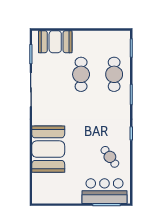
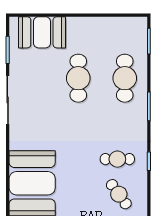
cafe table: (109, 132) -> (117, 159), added

